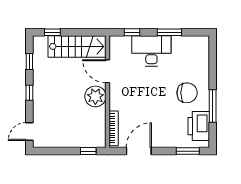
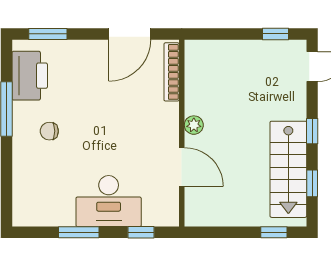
stairs: (77, 46) -> (288, 169), moved, turned -90
chair: (187, 93) -> (49, 131), width x0.54, depth x0.54
plant: (95, 96) -> (194, 125), width x0.53, depth x0.53
window: (88, 151) -> (276, 34), moved

